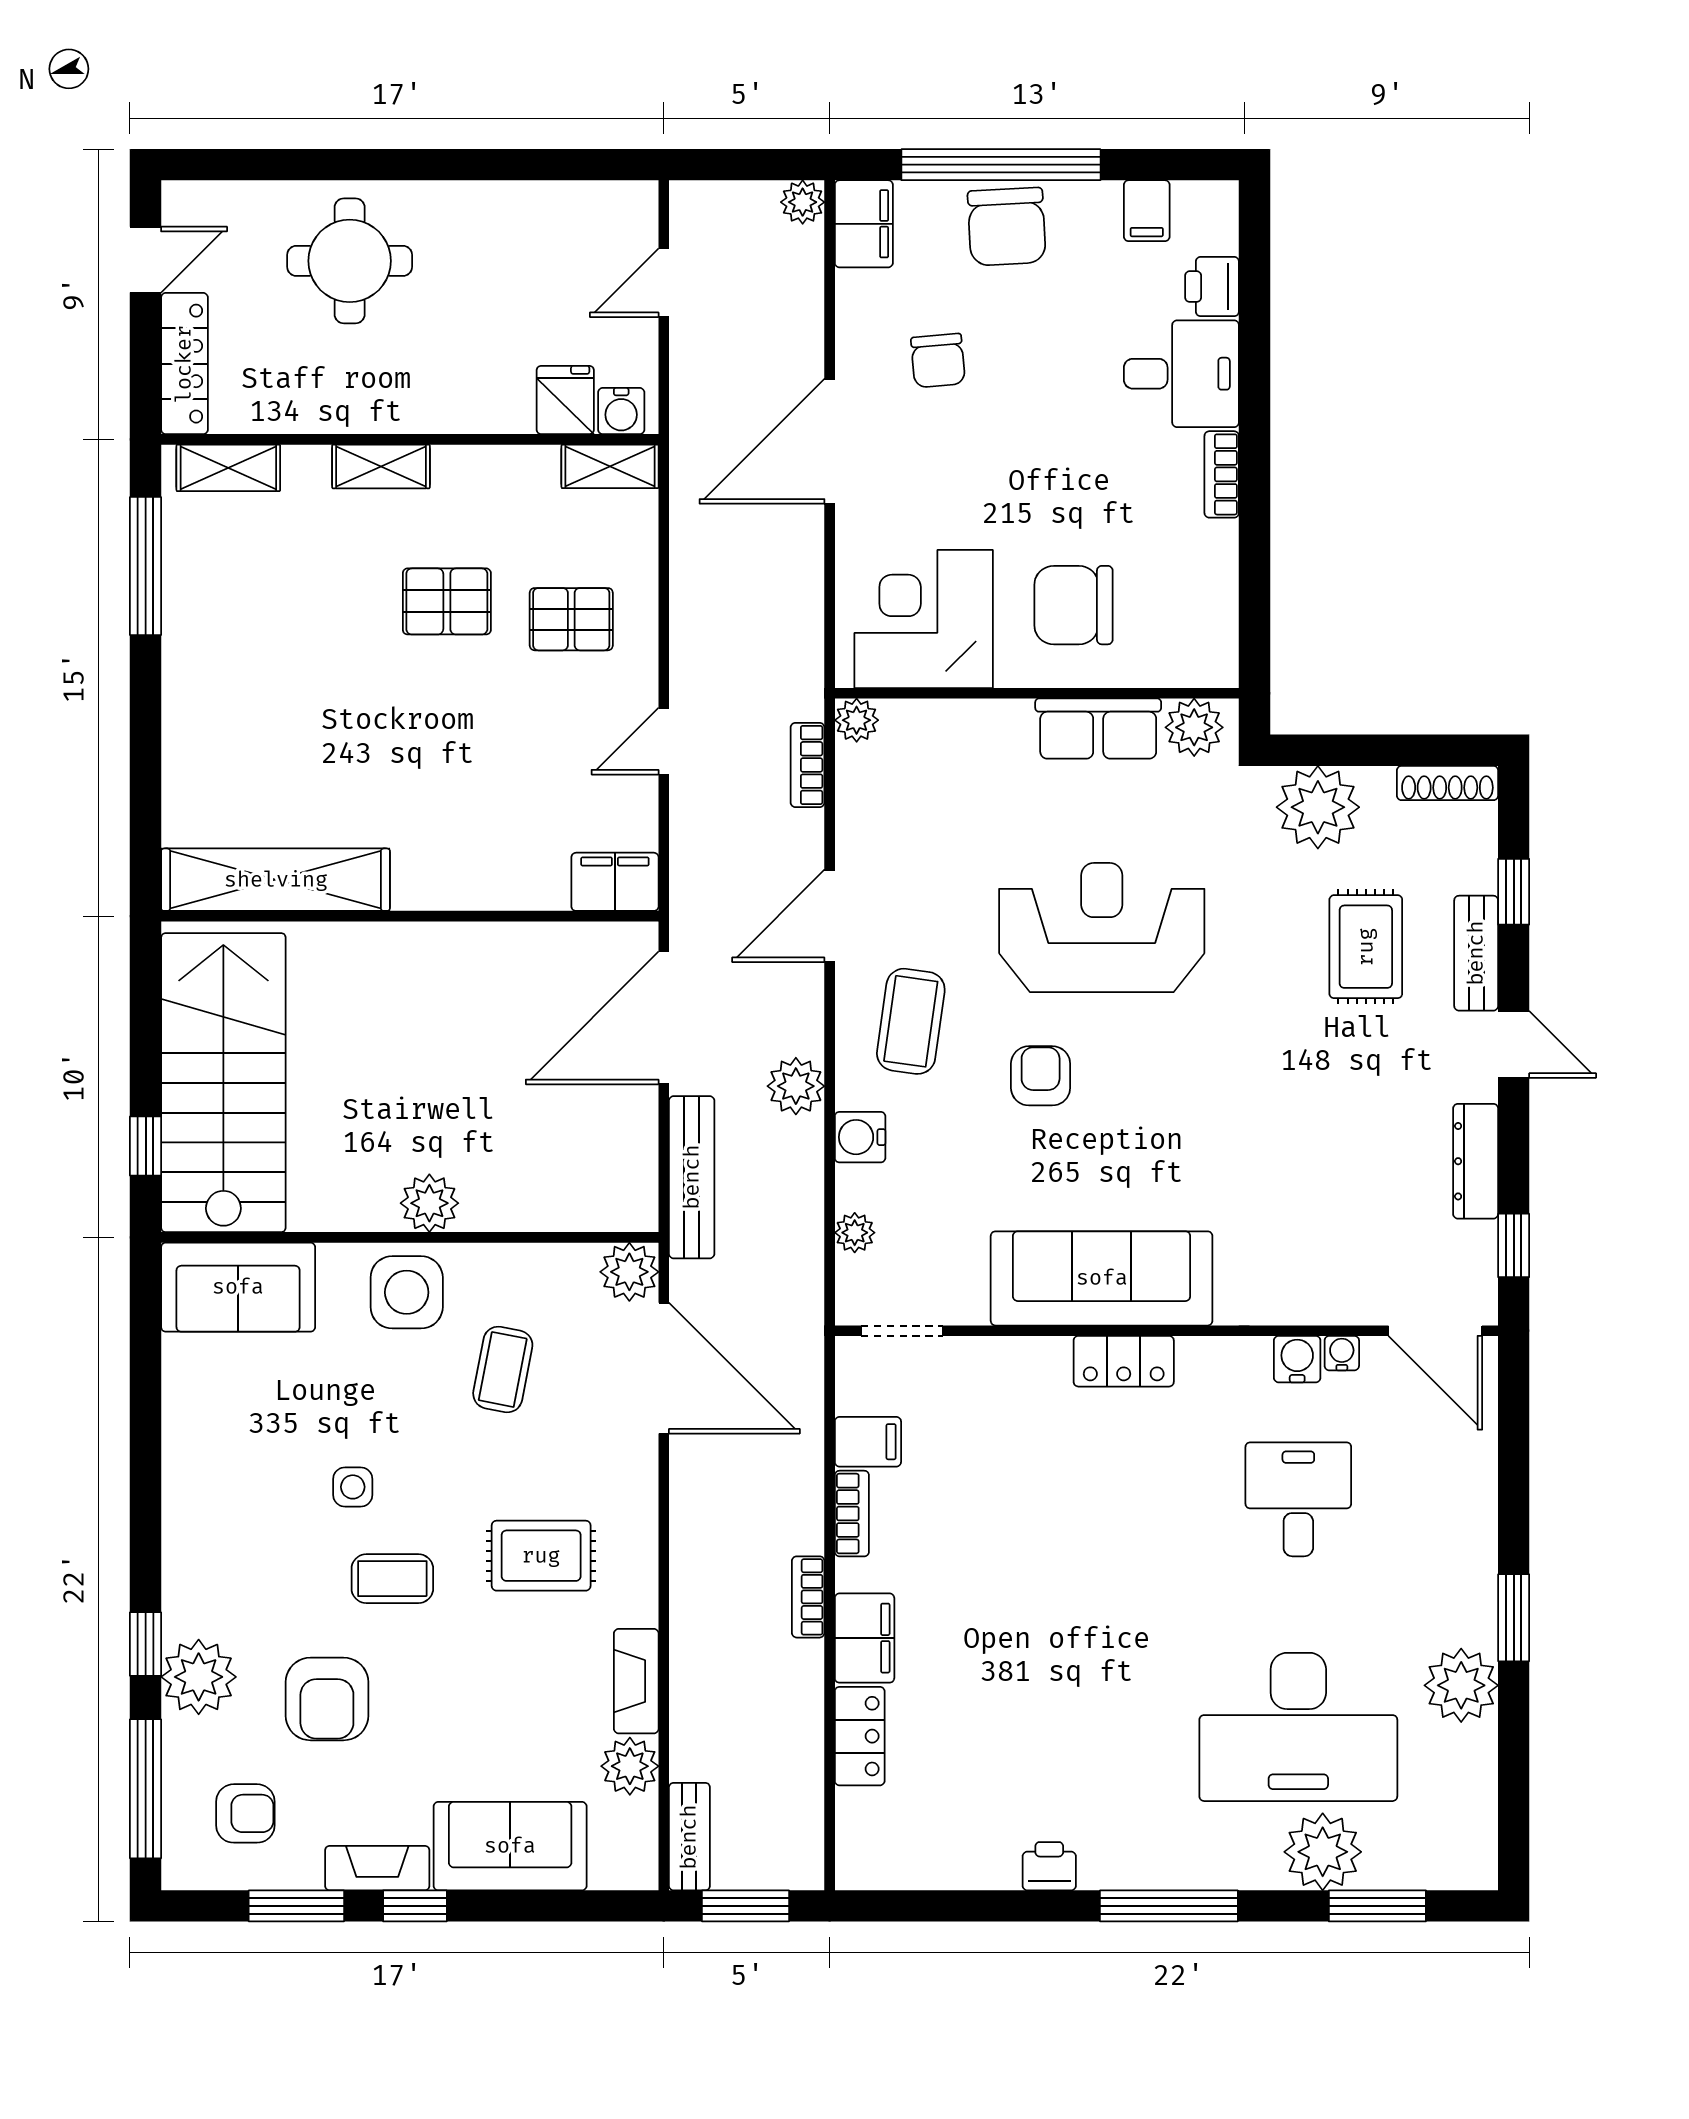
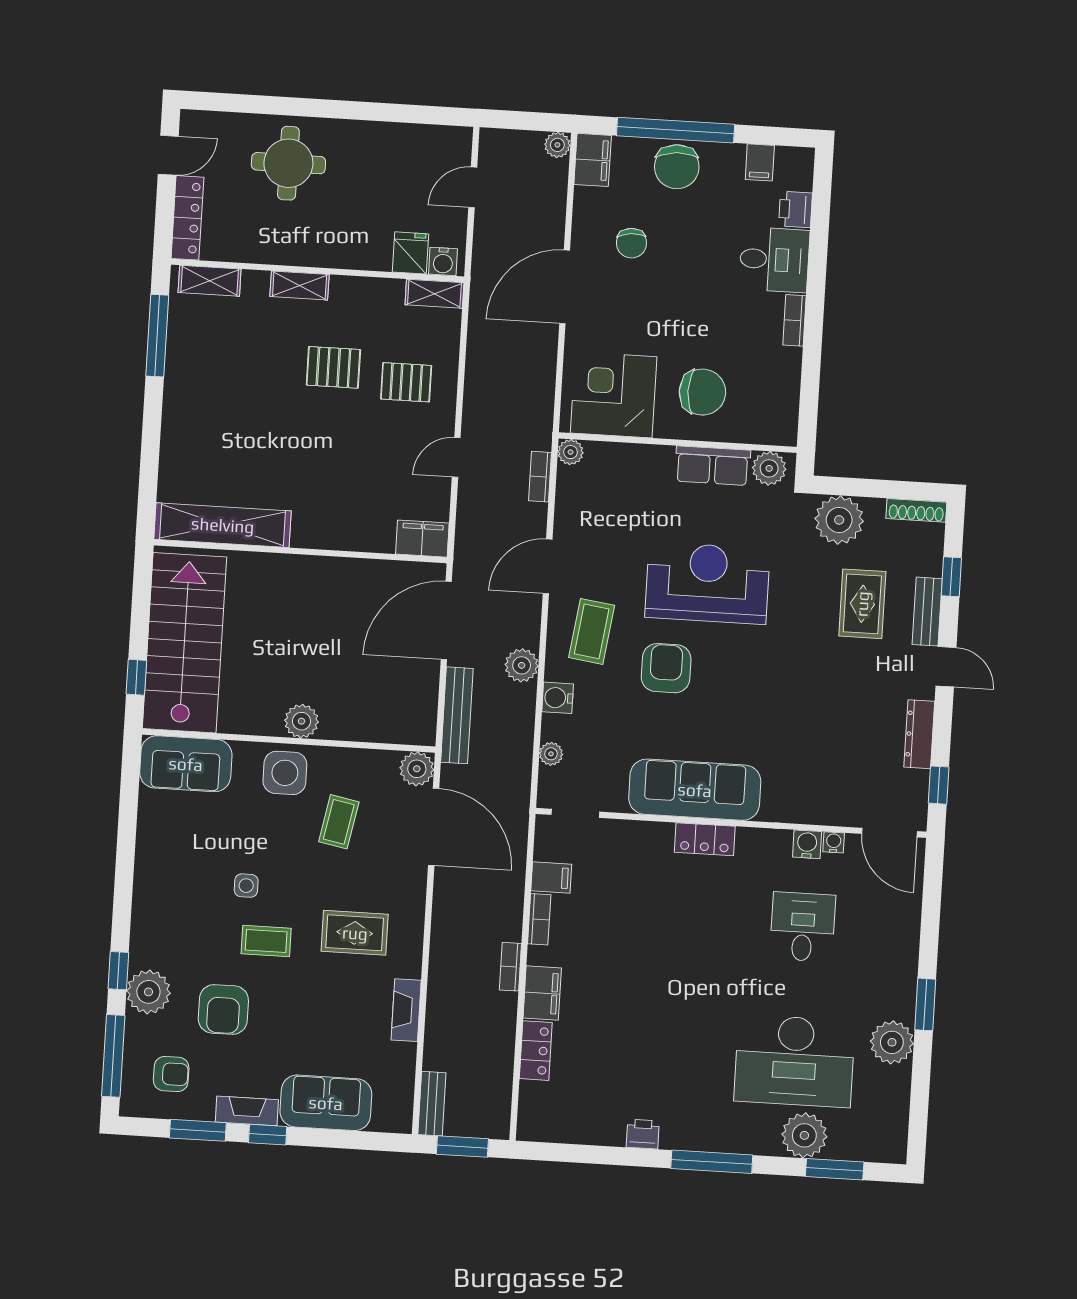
chair: (1073, 605) -> (702, 392), turned 180
armchair: (1041, 1076) -> (666, 668), width x1.38, depth x1.38
plant: (630, 1766) -> (399, 1060), removed

